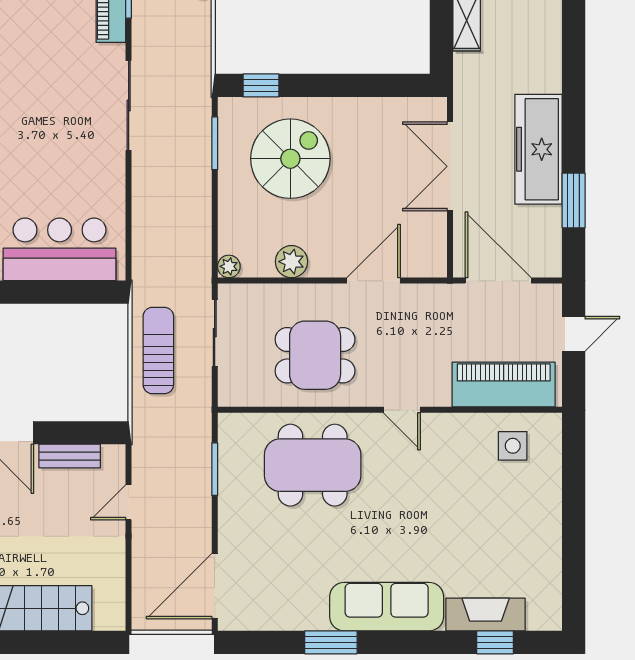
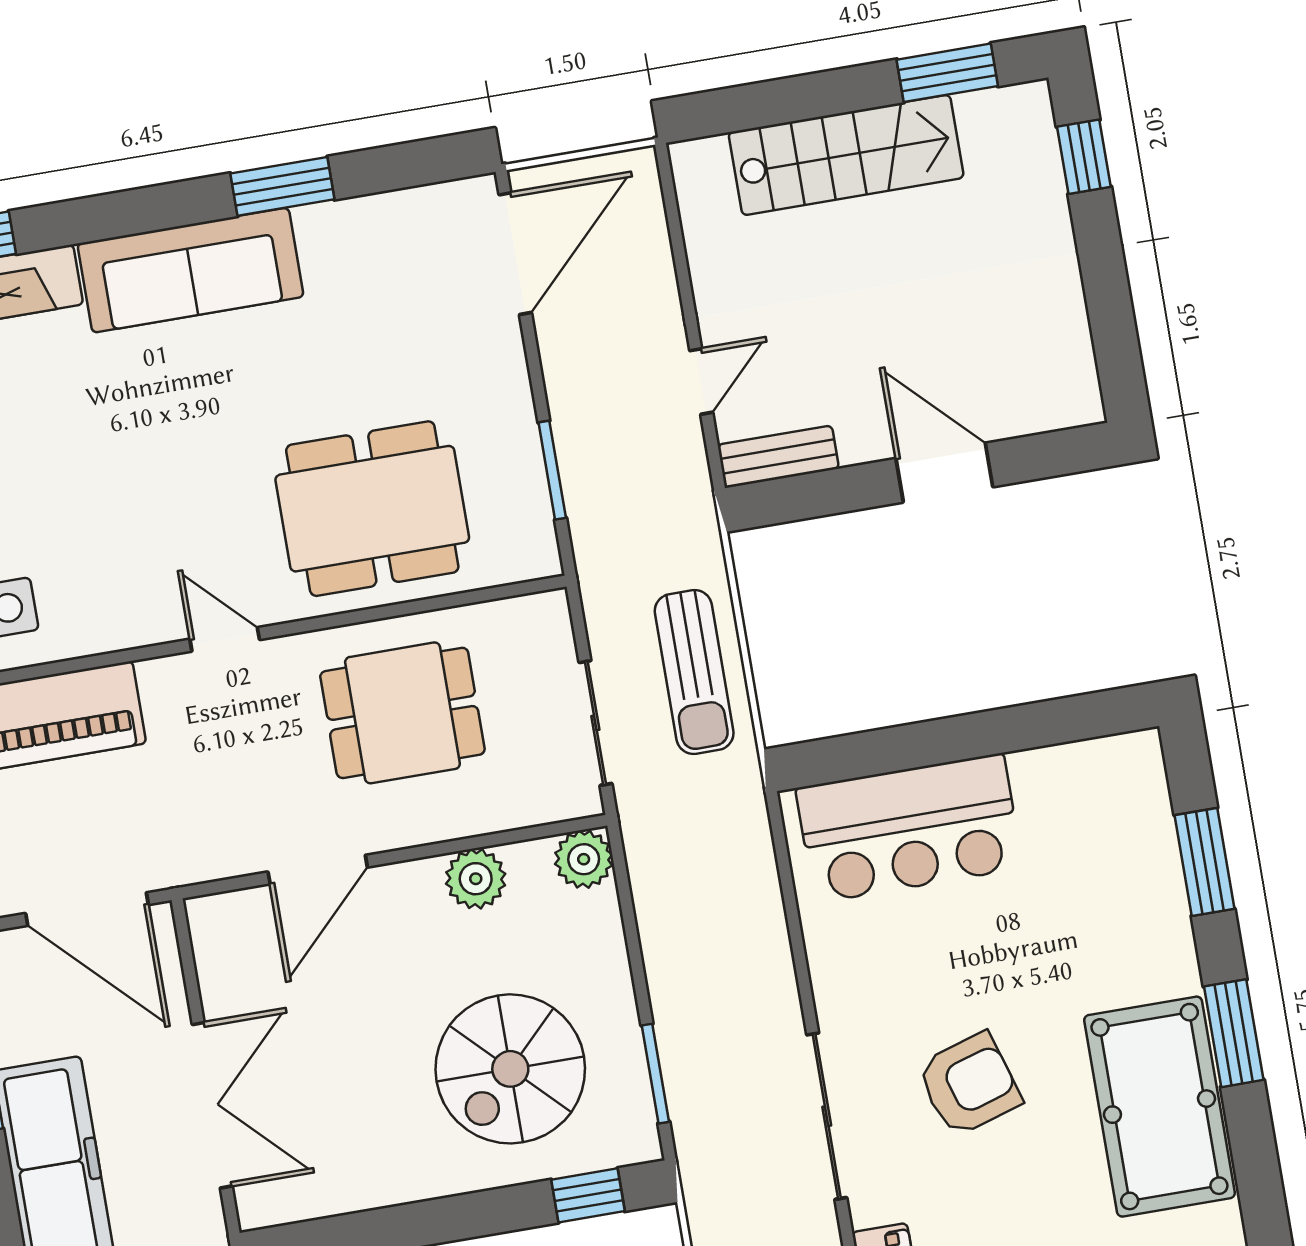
armchair: (51, 109) -> (969, 1084), added
plant: (229, 266) -> (584, 859), width x1.38, depth x1.38
bench: (70, 456) -> (778, 457), moved

